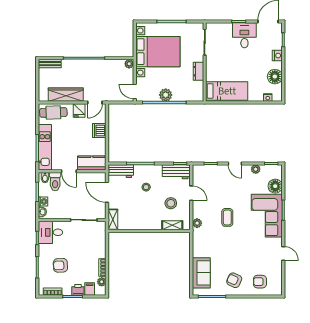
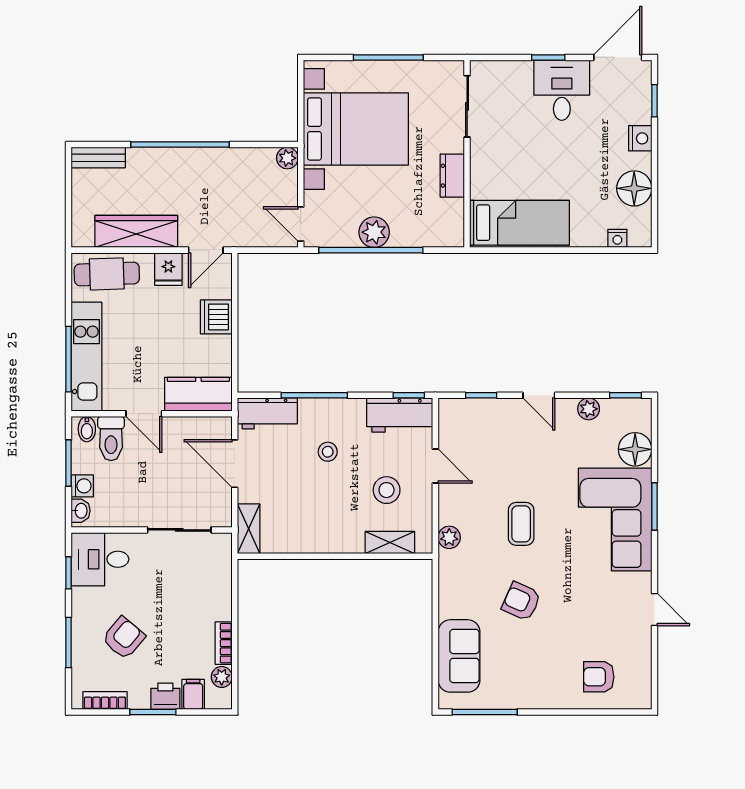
armchair: (60, 265) -> (124, 638), turned 133
armchair: (234, 280) -> (521, 601), moved

